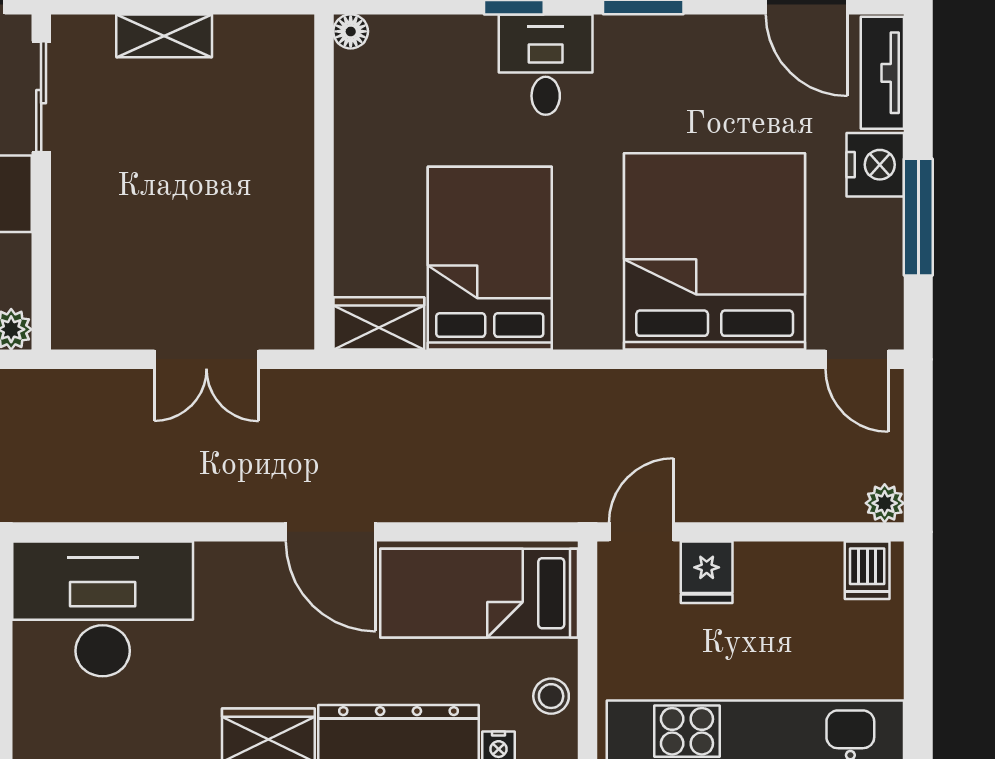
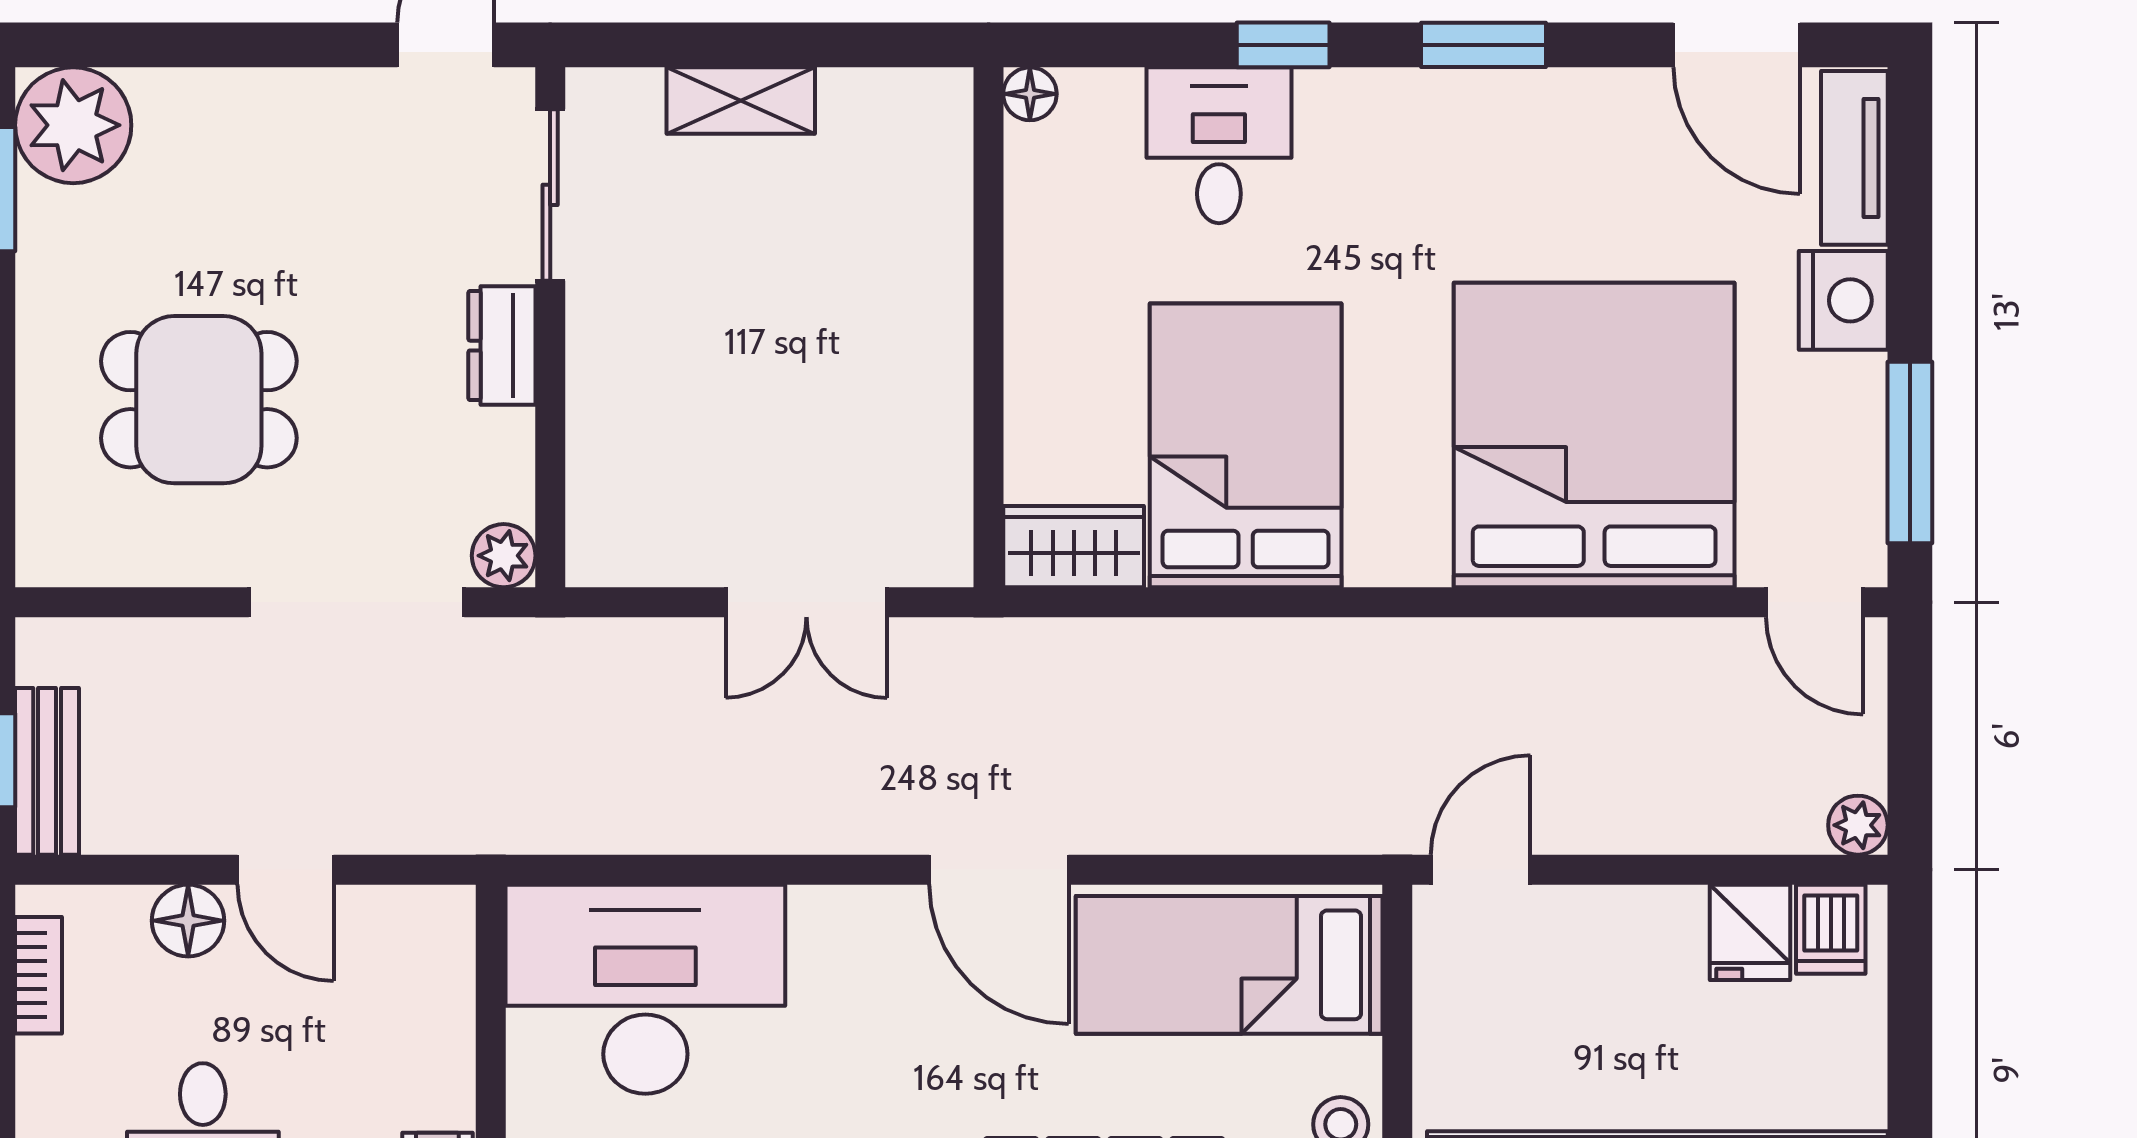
desk: (546, 65) -> (1219, 145), moved
window: (918, 217) -> (1910, 453), moved
fridge: (707, 572) -> (1750, 932), moved

